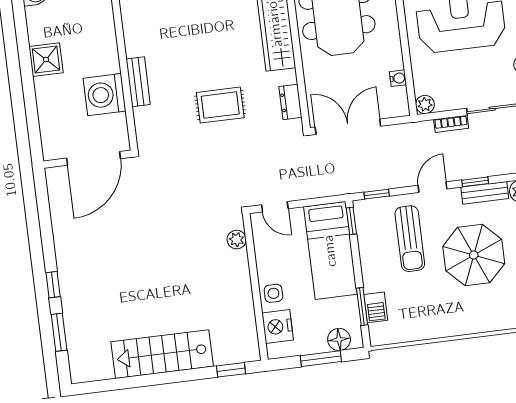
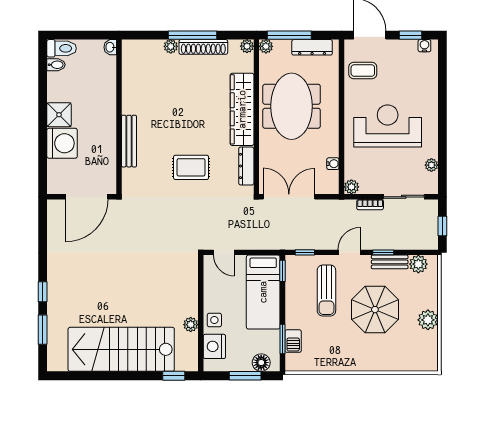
bench: (138, 82) -> (129, 141), width x1.36
washing machine: (104, 95) -> (62, 143), moved, turned 180
dresser: (290, 102) -> (246, 166), width x1.44
plant: (237, 240) -> (191, 325), moved
stairs: (162, 354) -> (121, 349), width x1.36, depth x1.51

